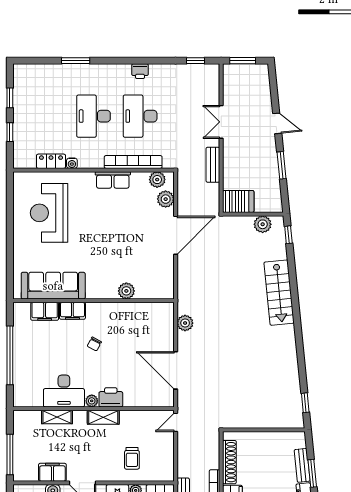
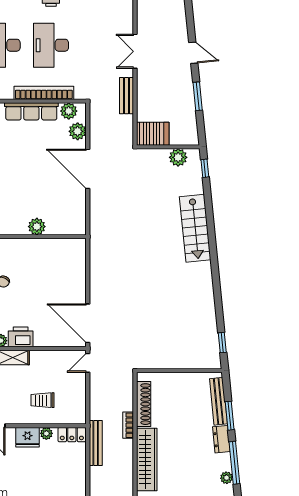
row of seats: (113, 180) -> (31, 111), width x1.48
door: (176, 235) -> (88, 169), swing flipped
plant: (185, 323) -> (98, 260), removed
door: (176, 370) -> (88, 323), moved
trolley: (132, 458) -> (43, 400), turned 90
bench: (302, 465) -> (218, 401), width x1.36

